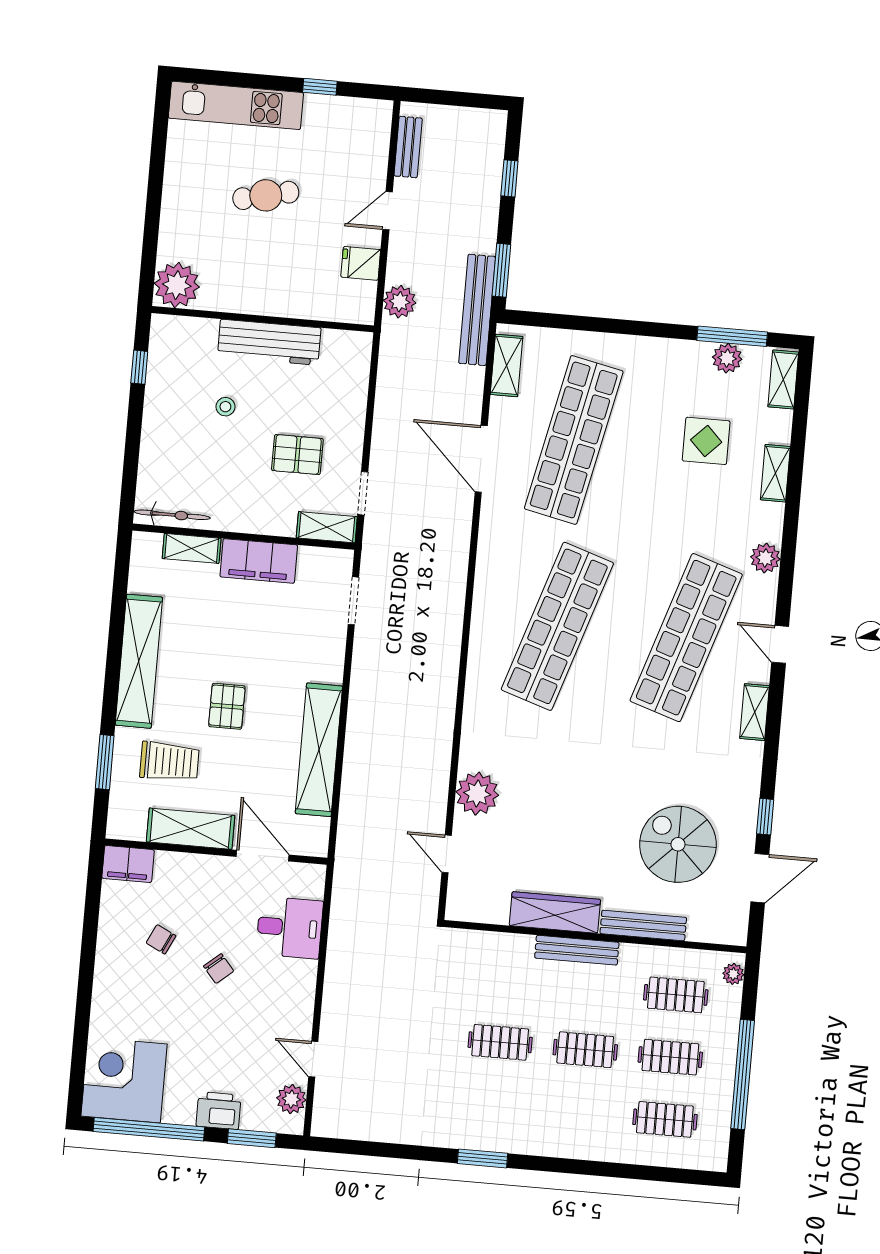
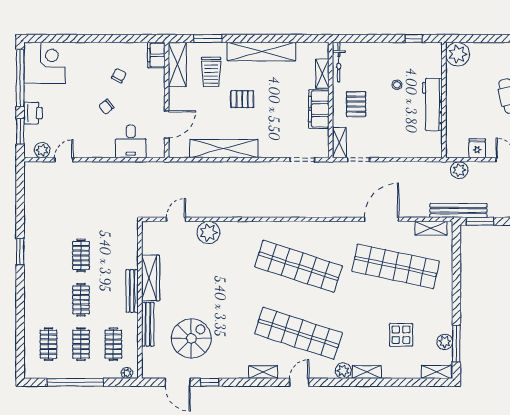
pallet: (297, 455) -> (356, 104), moved
shelving: (775, 473) -> (367, 372), moved
shelving: (191, 829) -> (177, 64), moved

